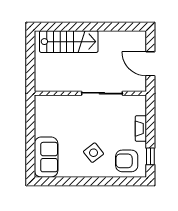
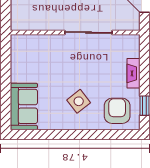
armchair: (127, 161) -> (117, 111), turned 90

